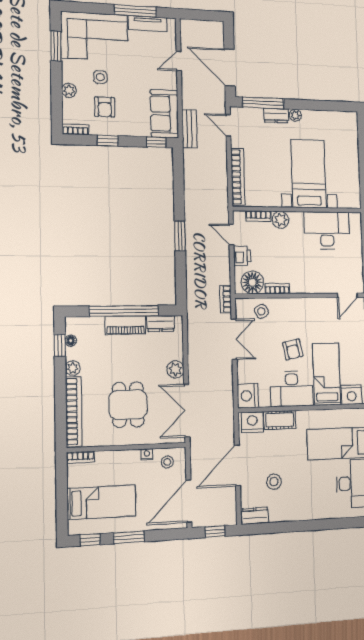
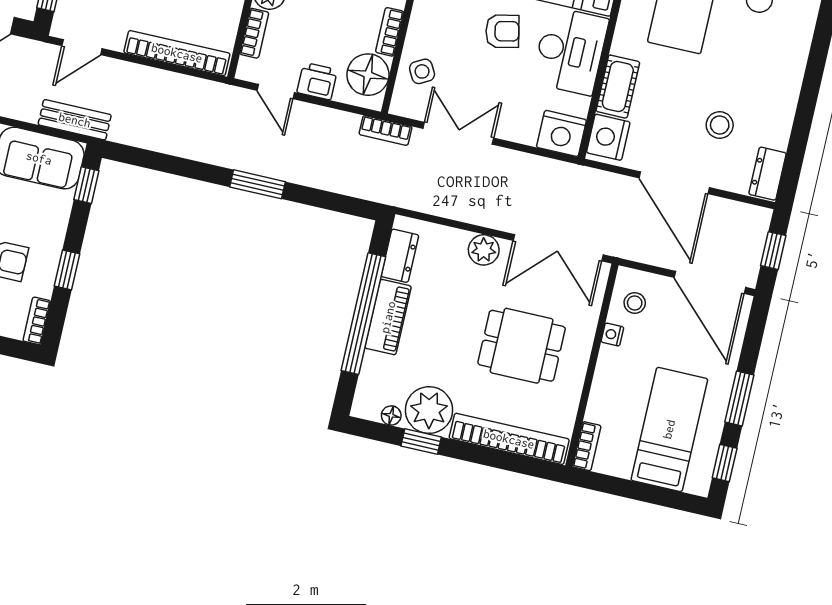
door: (231, 235) -> (276, 91), hinge flipped
window: (60, 346) -> (421, 441), moved
plant: (73, 368) -> (429, 410), width x1.88, depth x1.88

